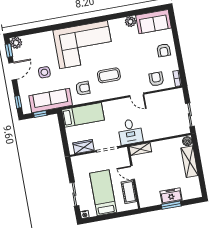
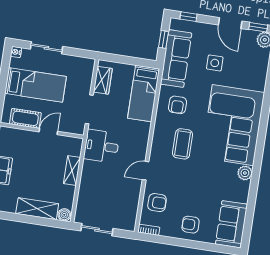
plant: (130, 22) -> (245, 173), moved
shelving: (140, 149) -> (72, 171), moved

